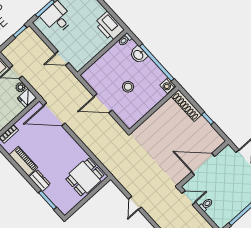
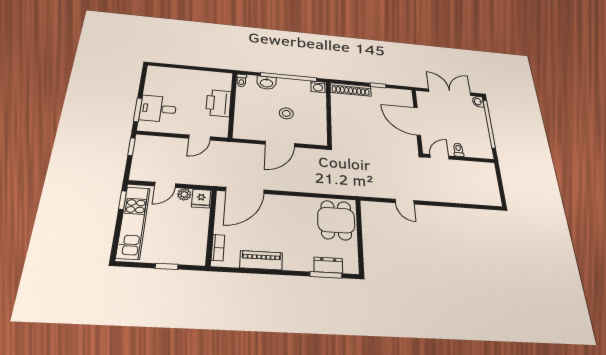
printer: (109, 26) -> (218, 103), moved, turned 90
door: (203, 164) -> (417, 121), hinge flipped
dresser: (40, 180) -> (328, 265), moved

